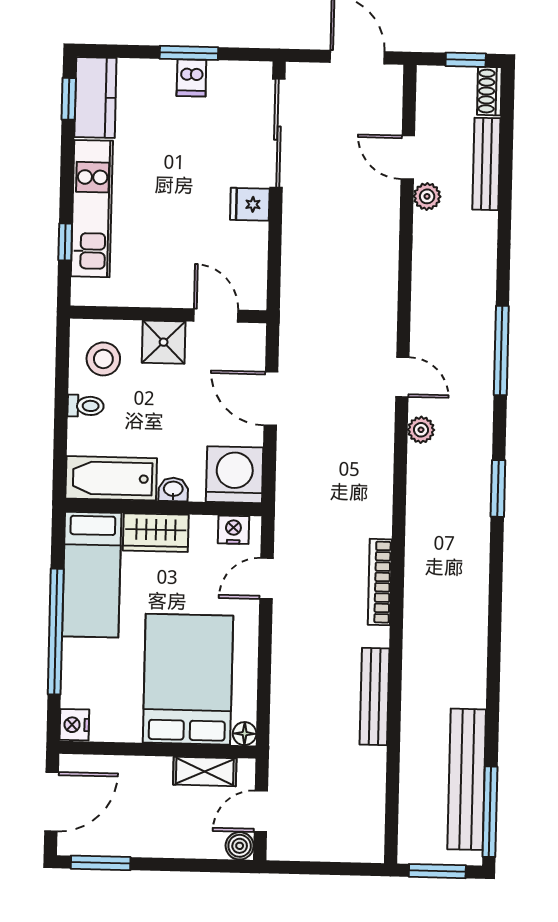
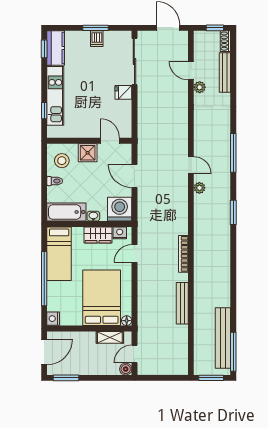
wardrobe: (156, 533) -> (98, 235), moved

